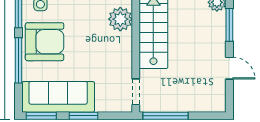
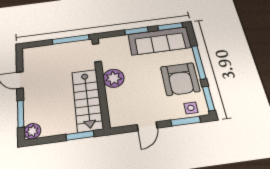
plant: (120, 19) -> (114, 78), moved
armchair: (45, 42) -> (180, 79), turned -90

